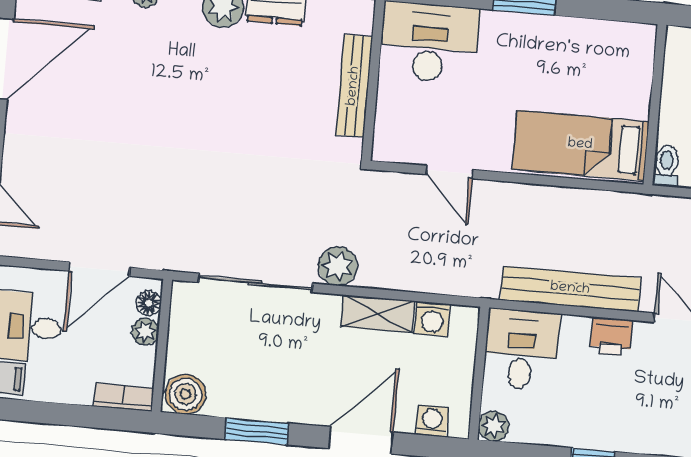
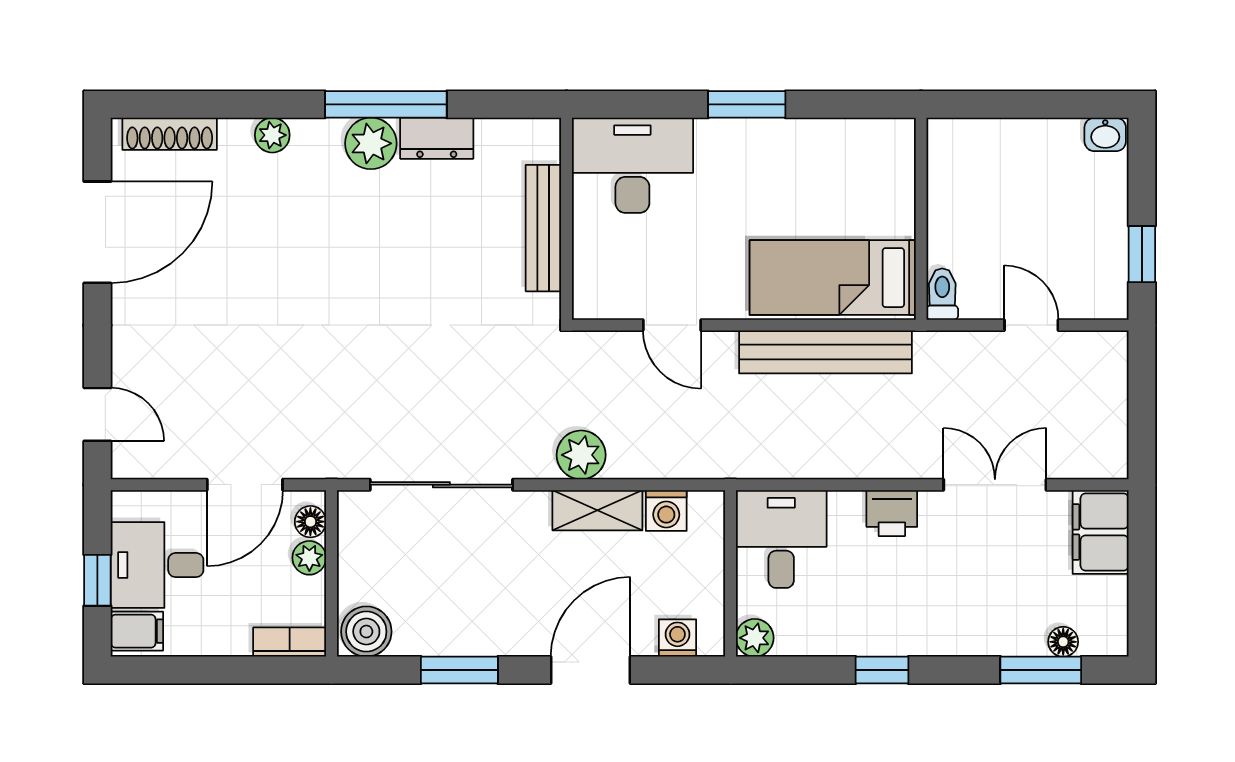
plant: (338, 266) -> (581, 455), moved
bench: (570, 289) -> (826, 352), moved

